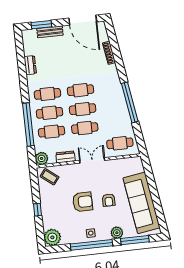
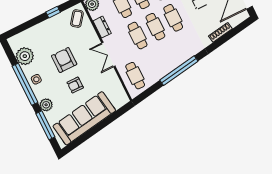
double door: (92, 160) -> (108, 55), swing flipped
armchair: (83, 202) -> (64, 60), turned 180
window: (38, 210) -> (53, 12), moved
plant: (52, 237) -> (25, 56), moved

